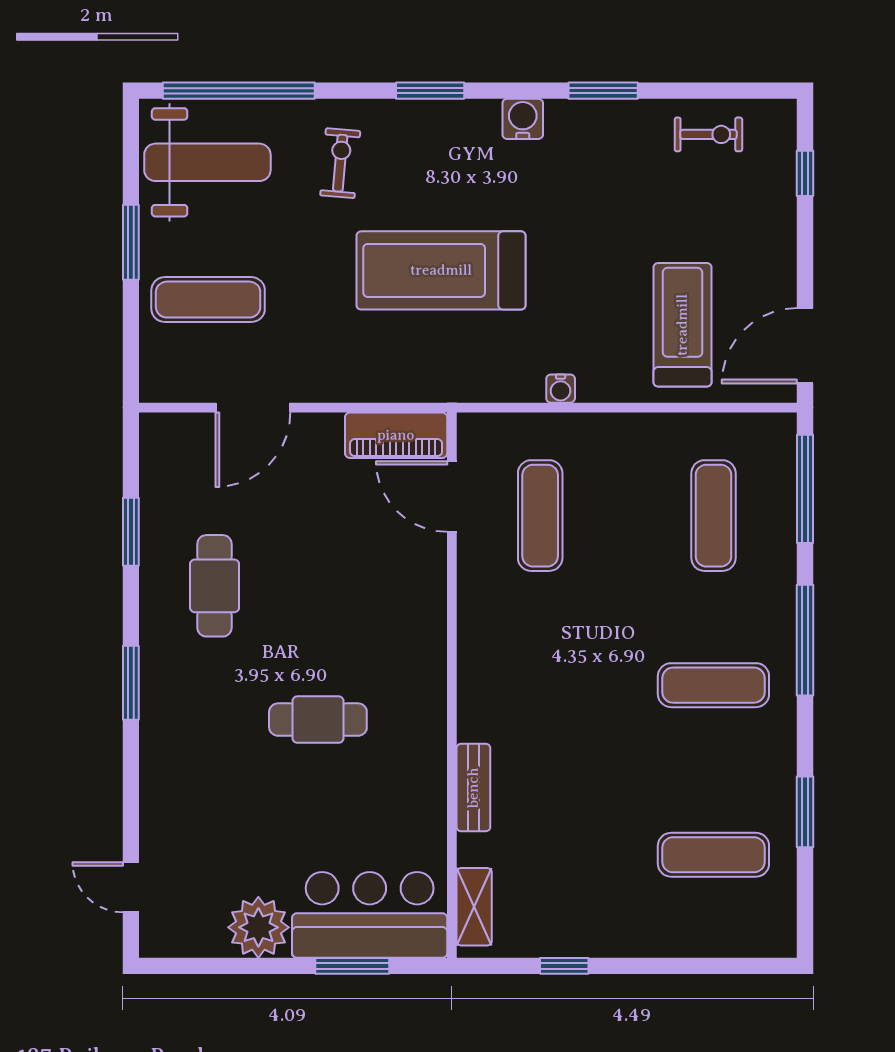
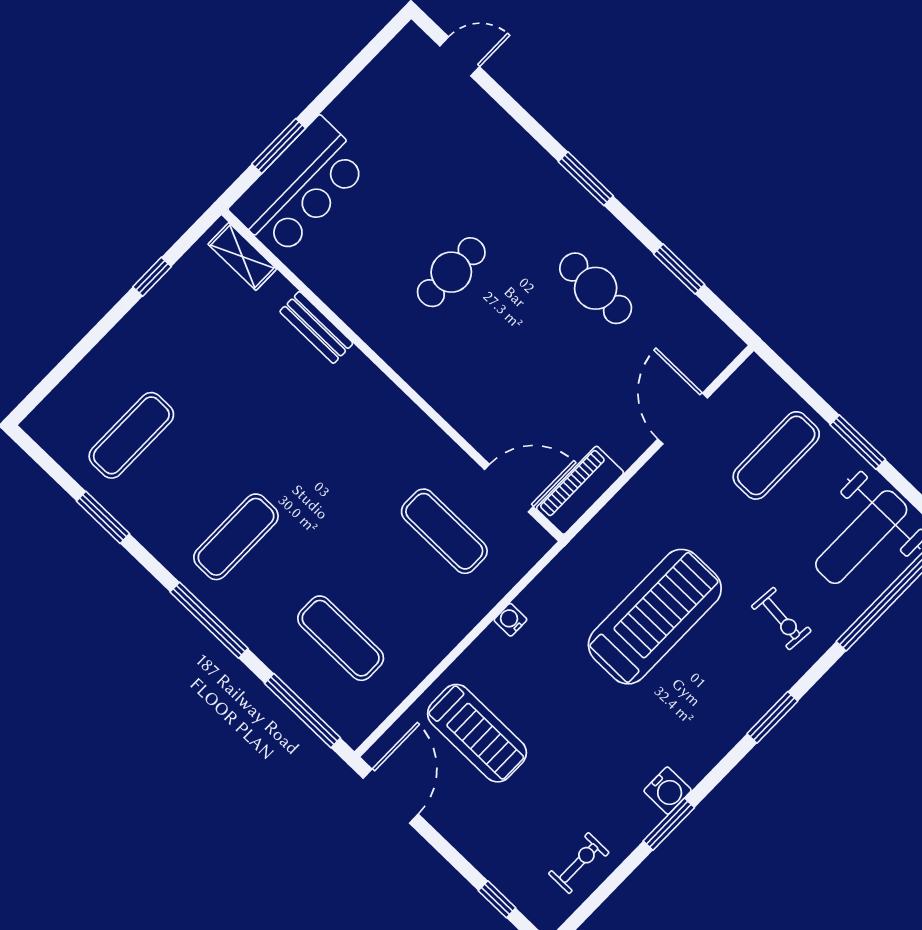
water cooler: (523, 119) -> (668, 791), moved
exercise bike: (709, 134) -> (579, 863), turned 180
plant: (258, 927) -> (359, 111), removed

